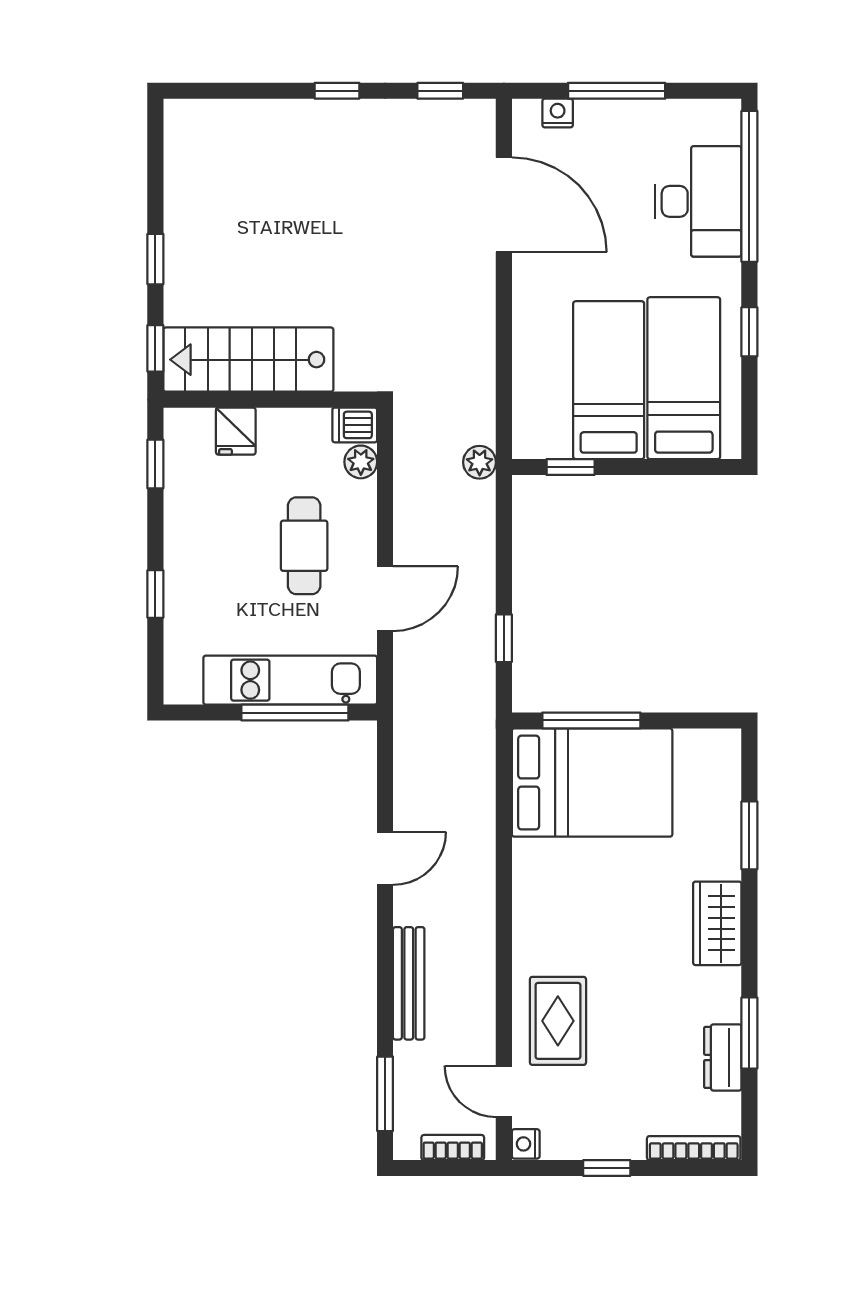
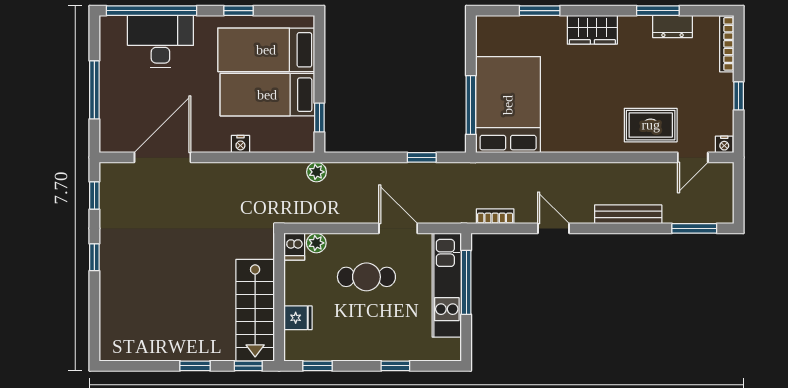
nightstand: (558, 113) -> (240, 144), moved, turned -90
bookcase: (453, 1148) -> (495, 216), moved, turned 90

